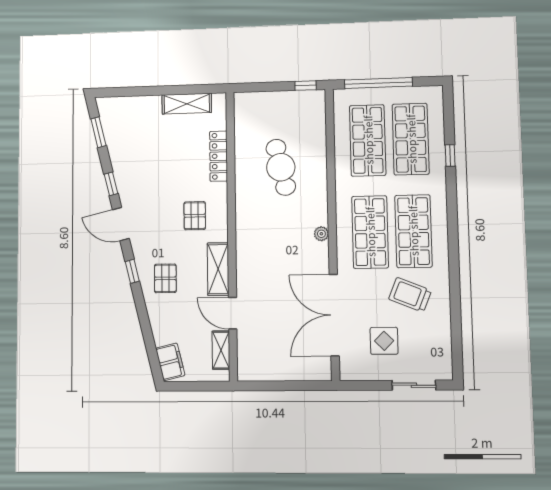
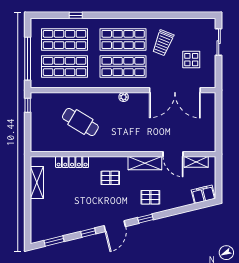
cafe table: (281, 167) -> (80, 122), turned 44
door: (233, 313) -> (173, 154), hinge flipped

